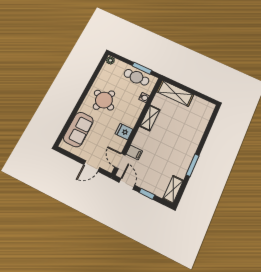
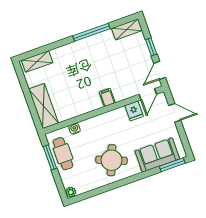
shelving: (150, 118) -> (37, 61), moved
window: (63, 132) -> (172, 165), added
fridge: (124, 132) -> (134, 111), moved
filing cabinet: (134, 153) -> (107, 97), moved
window: (193, 165) -> (91, 32), width x1.44

